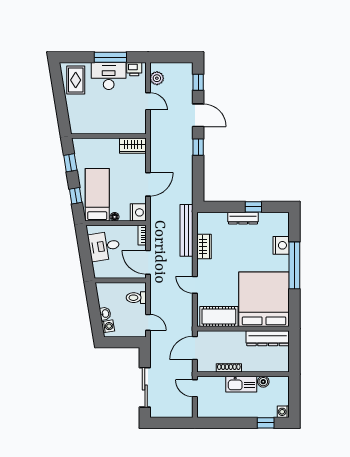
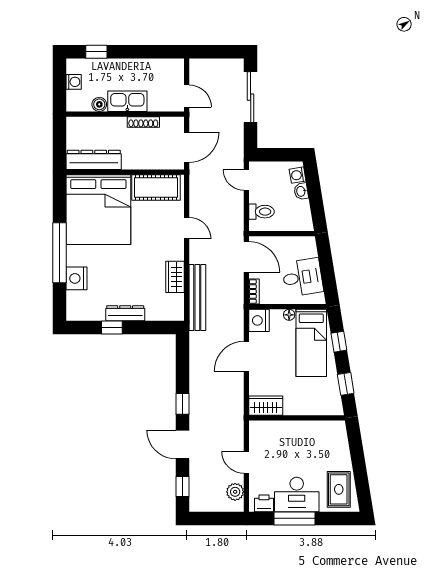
washing machine: (283, 412) -> (74, 82), moved

